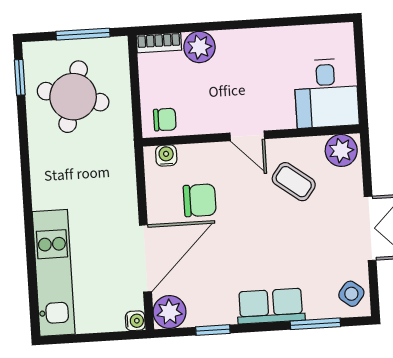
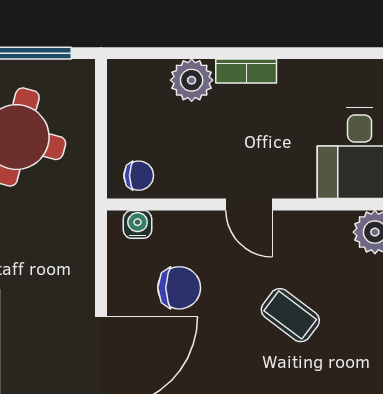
bookcase: (159, 43) -> (246, 71), moved
coffee table: (294, 182) -> (290, 315), moved

